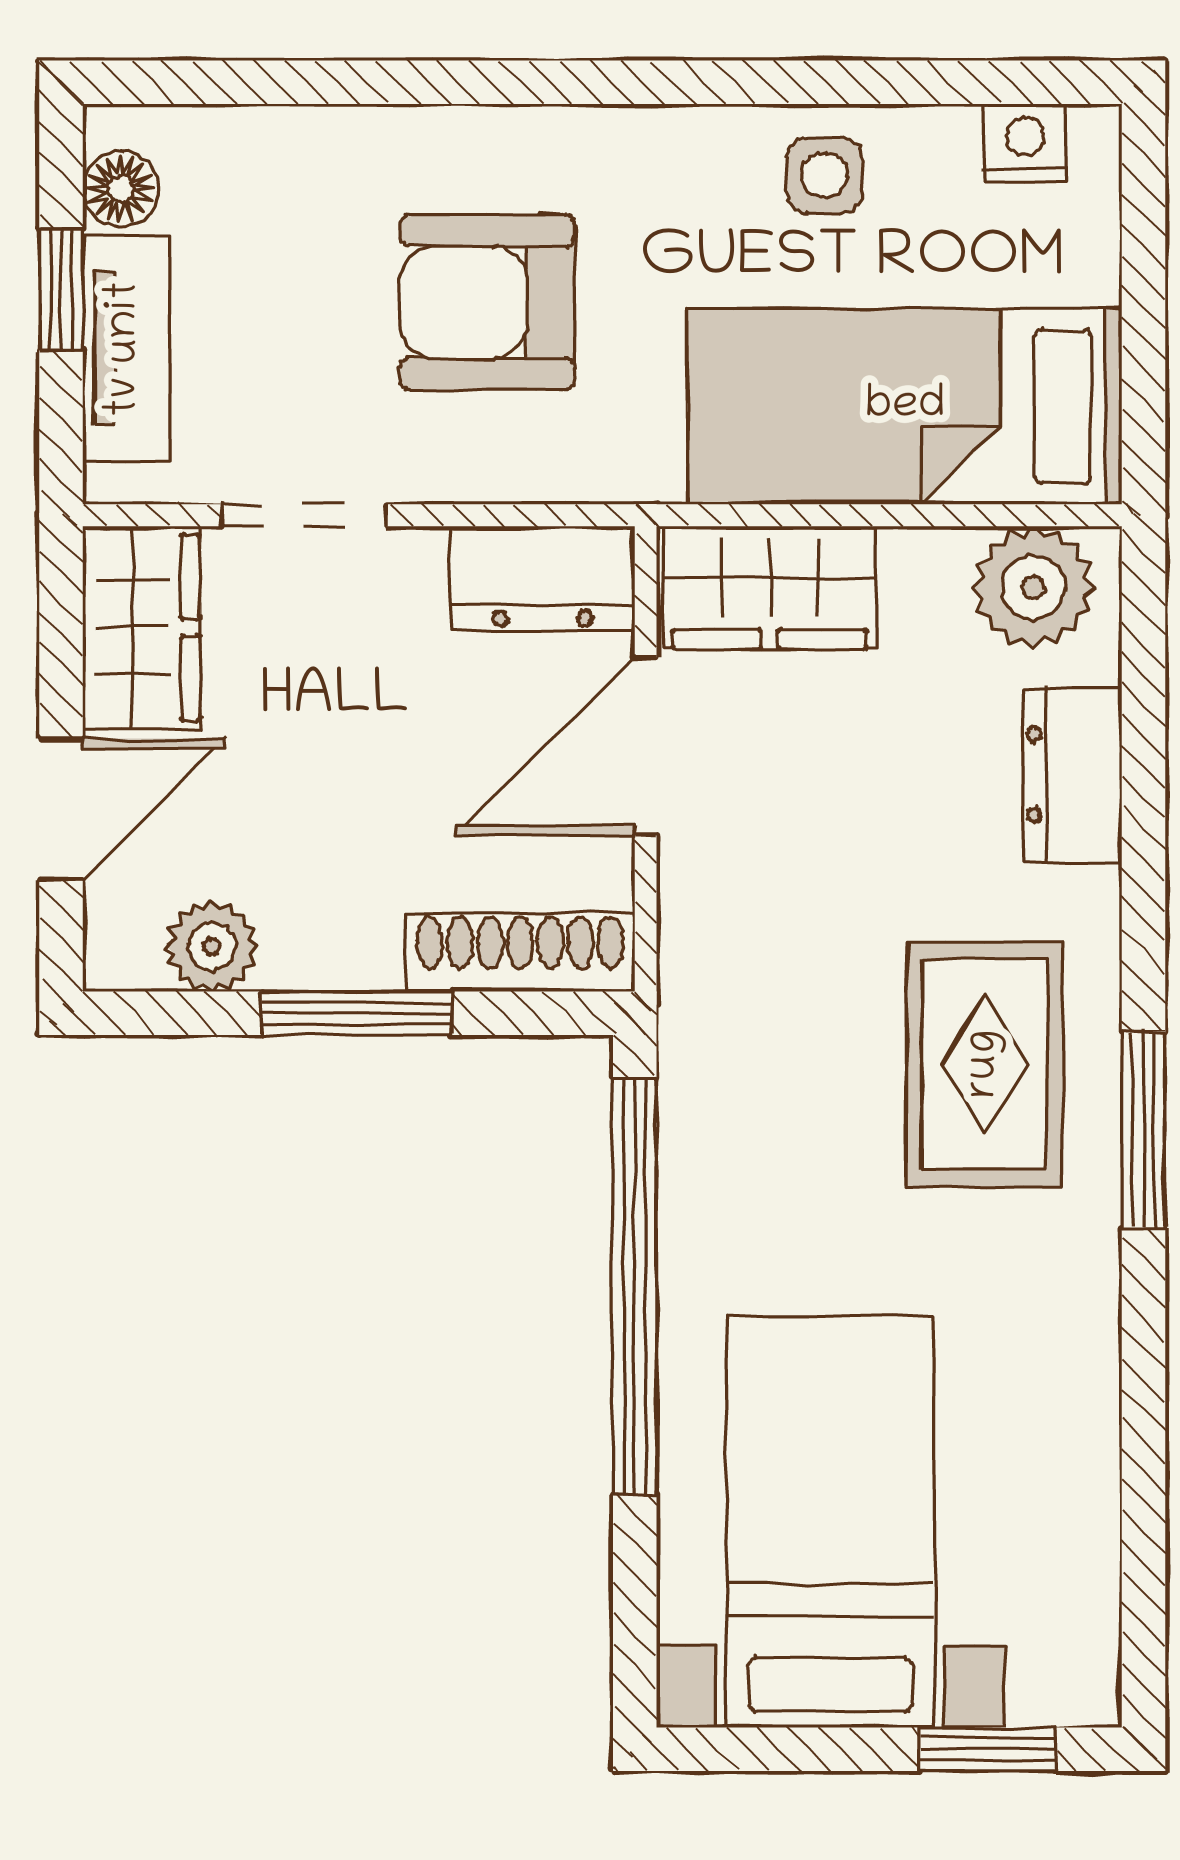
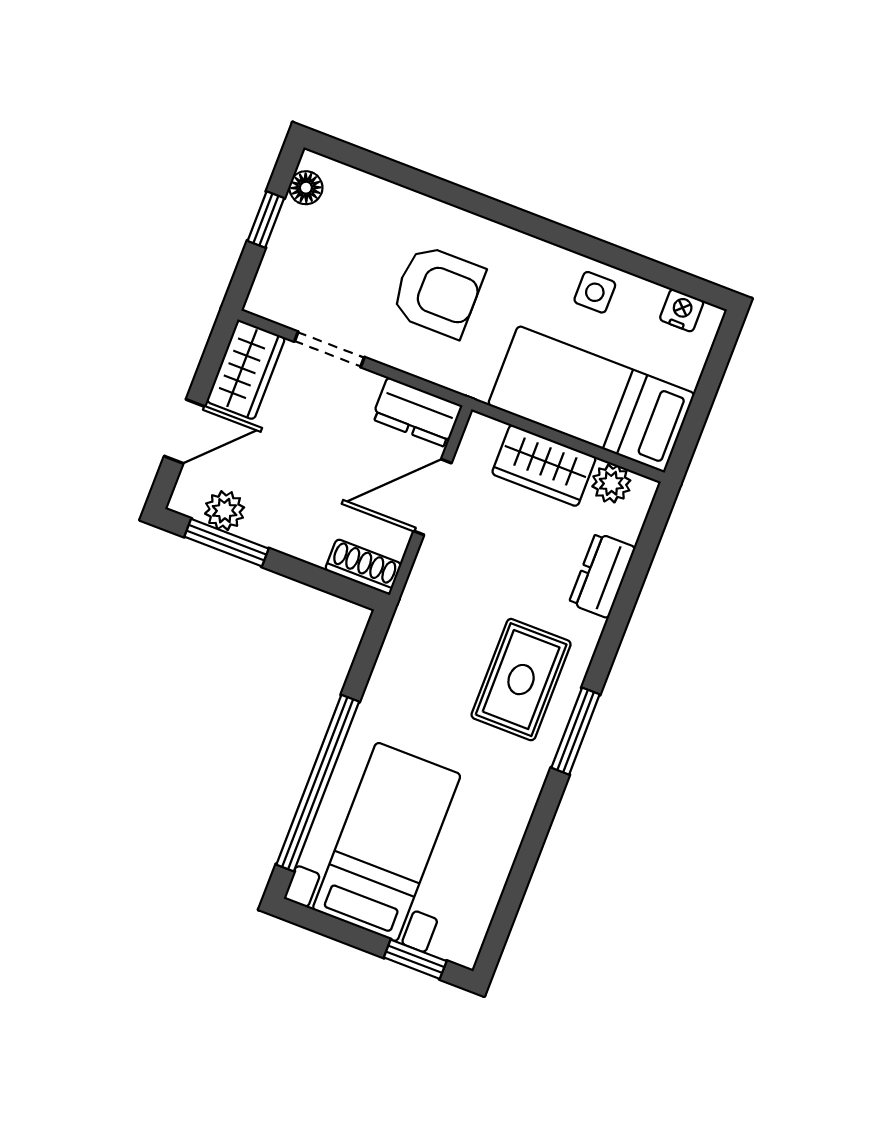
armchair: (488, 302) -> (438, 291), turned 180
tv unit: (126, 349) -> (283, 254), removed
plant: (1033, 587) -> (611, 483), width x0.73, depth x0.73
wardrobe: (770, 588) -> (544, 465), moved
shoe rack: (520, 953) -> (363, 567), width x0.70
window: (357, 1013) -> (226, 543), moved
window: (635, 1287) -> (318, 783), moved

